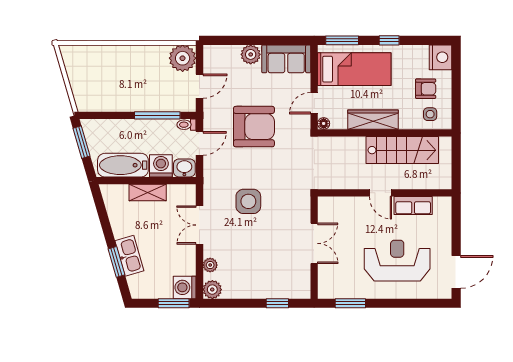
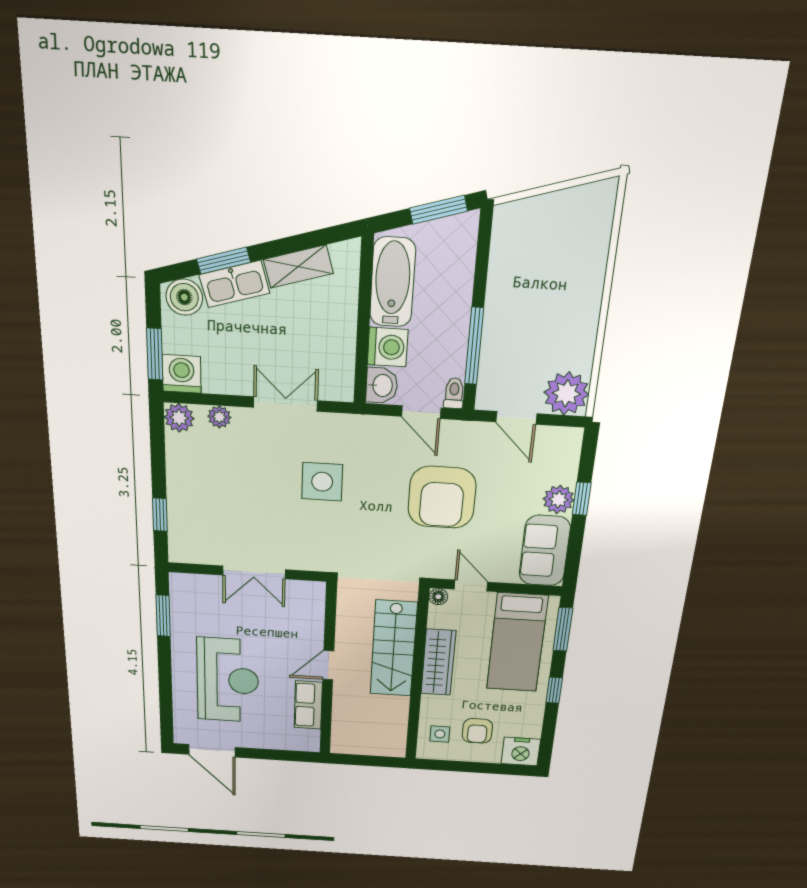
window: (249, 40) -> (582, 499), added
stairs: (402, 150) -> (394, 649), moved
shelving: (148, 192) -> (298, 266), moved, turned 74
boiler: (139, 285) -> (184, 297), added

